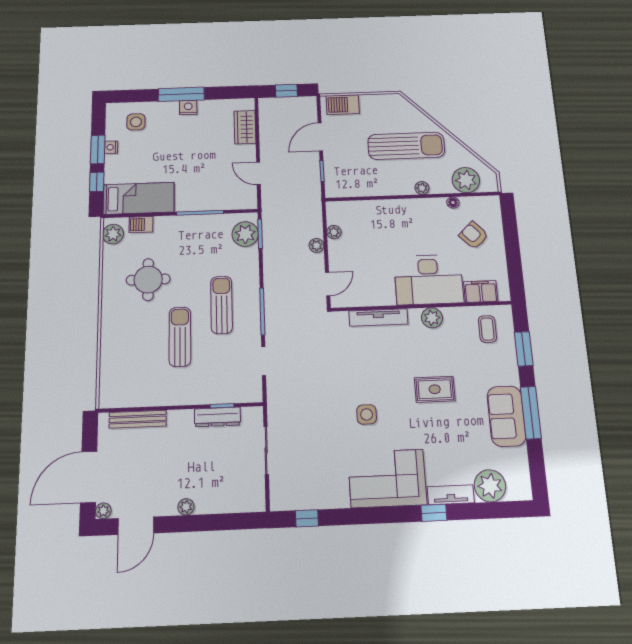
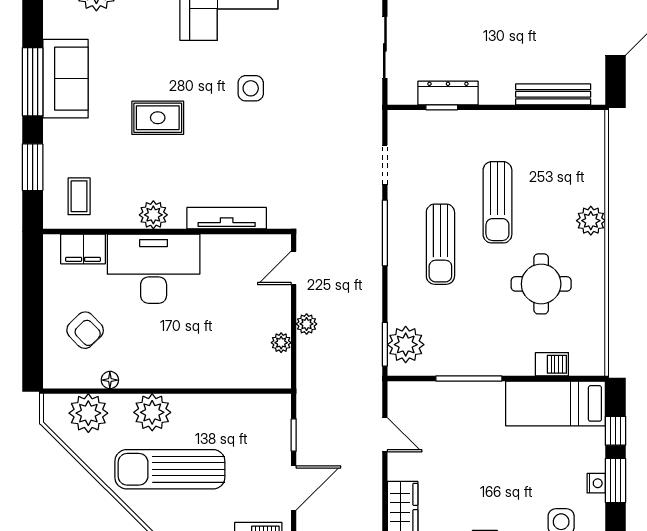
plant: (422, 188) -> (152, 412), width x1.87, depth x1.87
plant: (113, 234) -> (591, 221), moved

